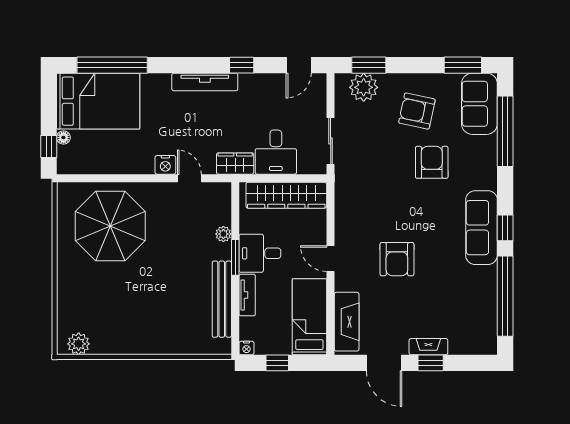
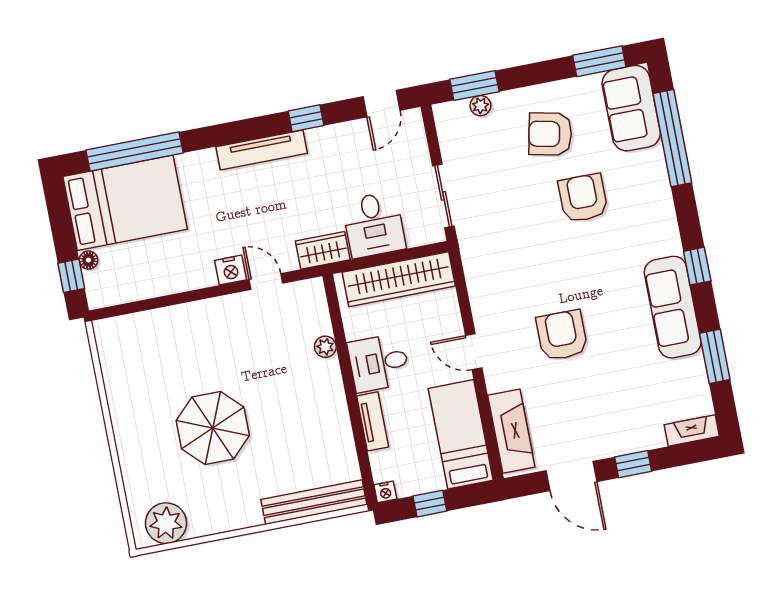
plant: (364, 87) -> (480, 106), width x0.53, depth x0.53
parasol: (110, 226) -> (213, 428), moved, width x0.73, depth x0.73
sofa: (481, 228) -> (673, 307), moved
window: (235, 257) -> (347, 375), removed
armchair: (397, 259) -> (562, 335), turned 180
window: (505, 296) -> (715, 356), width x0.47
bench: (222, 299) -> (314, 502), moved, turned 90
plant: (79, 344) -> (166, 523), width x1.36, depth x1.36
fireplace: (428, 347) -> (692, 430), moved

